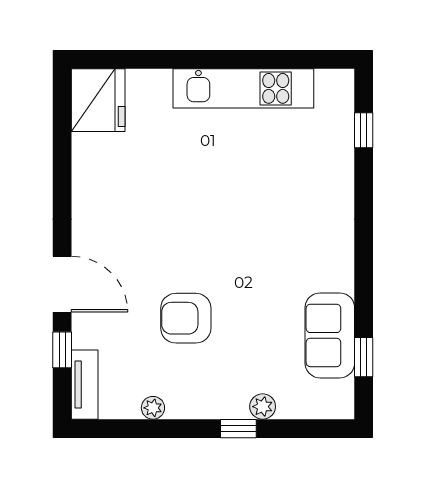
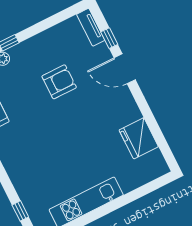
fridge: (98, 100) -> (139, 138), moved
plant: (153, 408) -> (53, 32), removed

